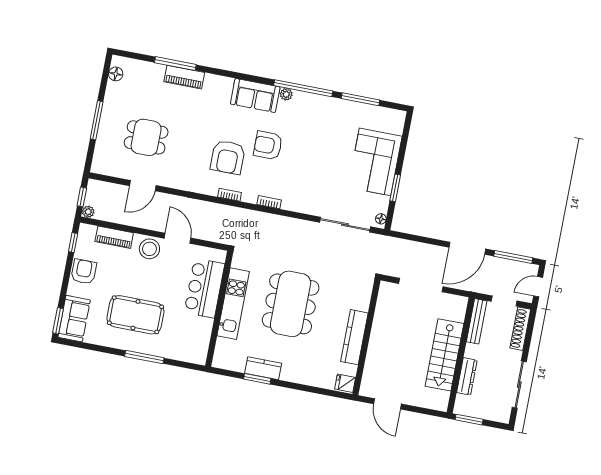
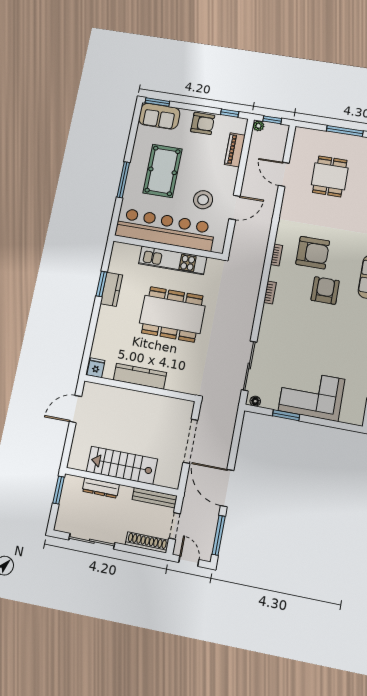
armchair: (228, 157) -> (313, 253), turned 180
stool: (149, 249) -> (203, 200), moved
bar counter: (204, 288) -> (165, 229), width x1.86

